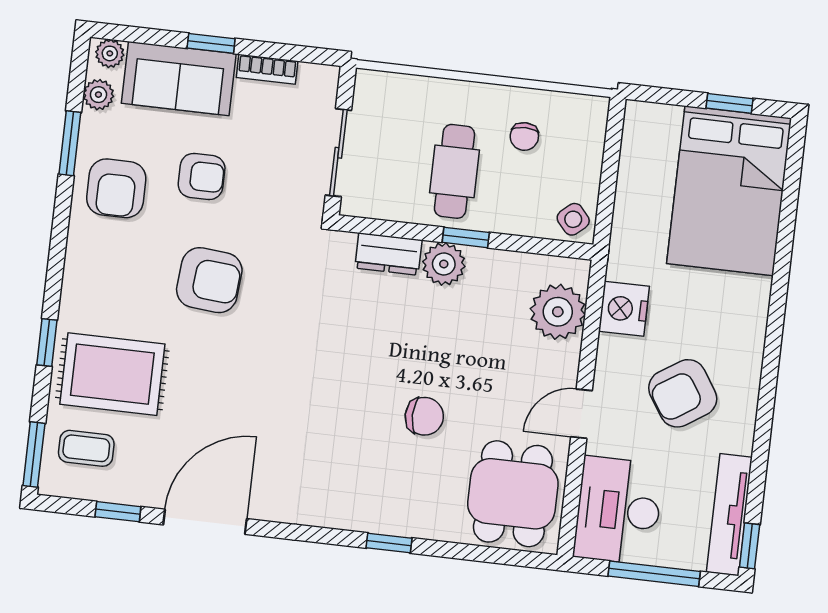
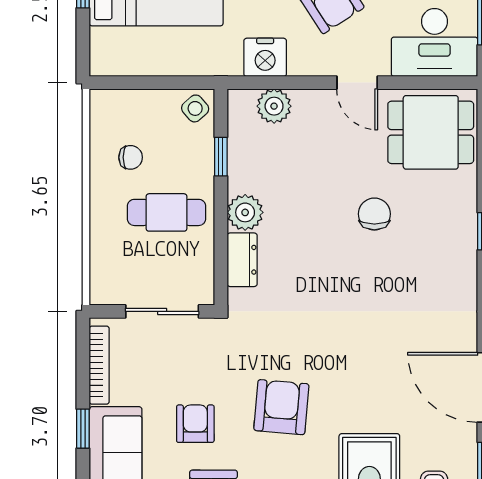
bookcase: (267, 69) -> (99, 365), width x1.56
window: (466, 237) -> (221, 157), moved
plant: (558, 312) -> (274, 106), width x0.73, depth x0.73

